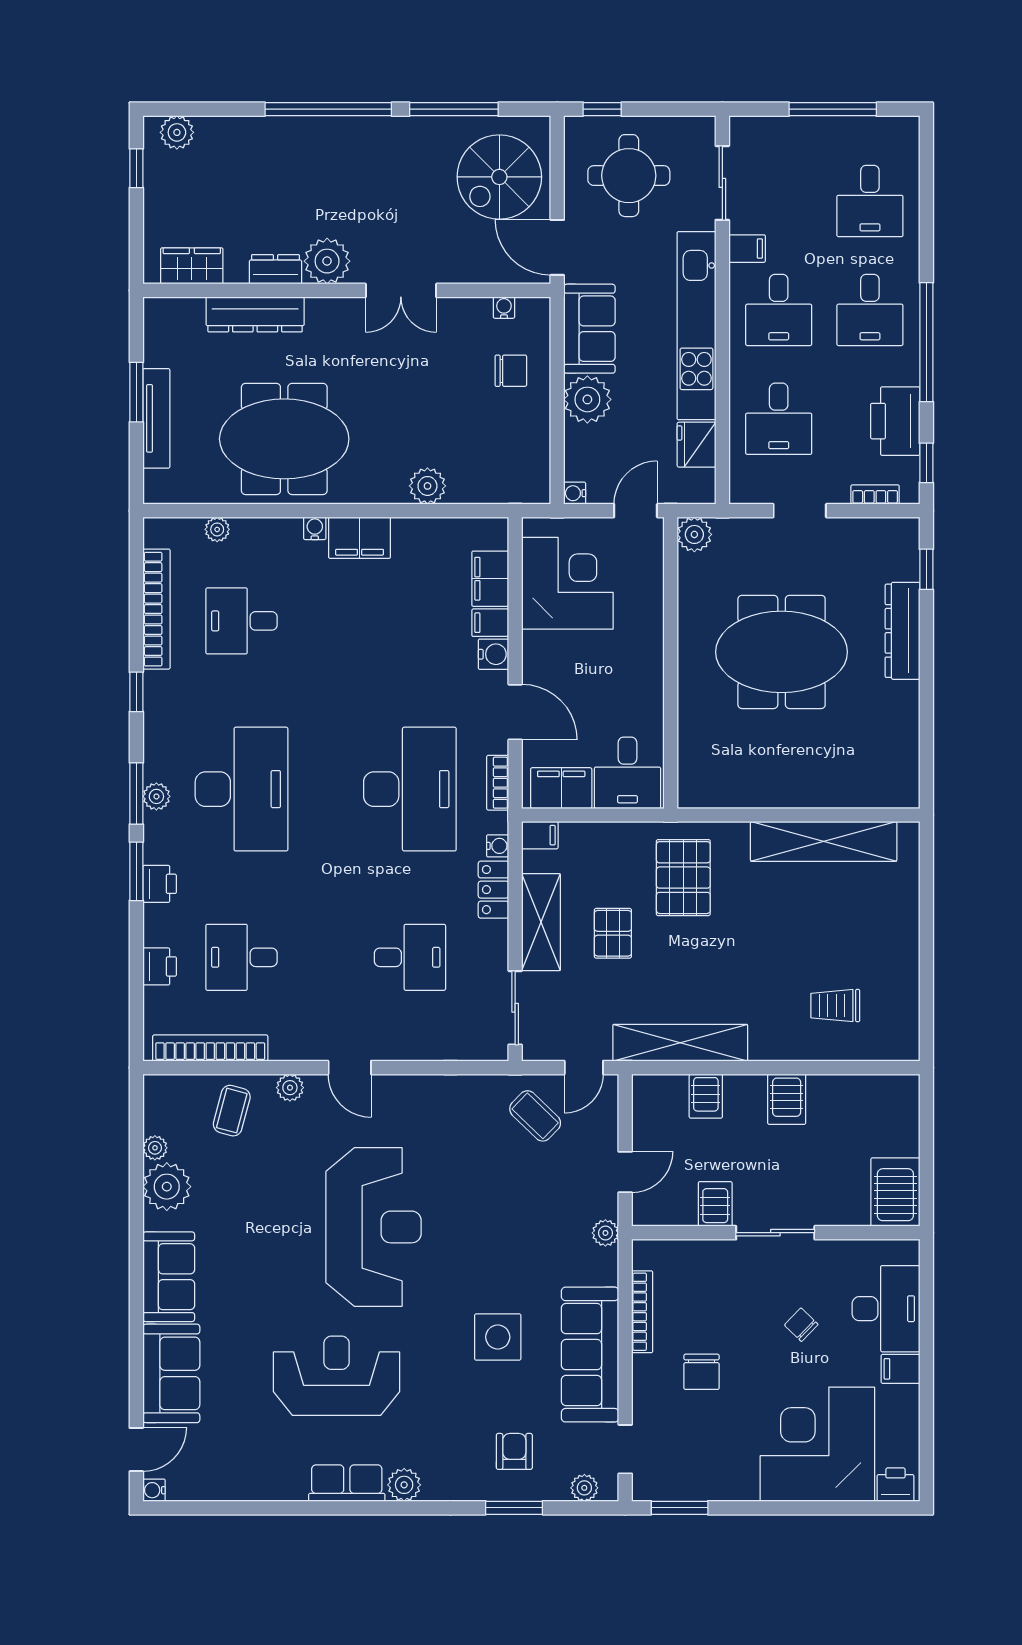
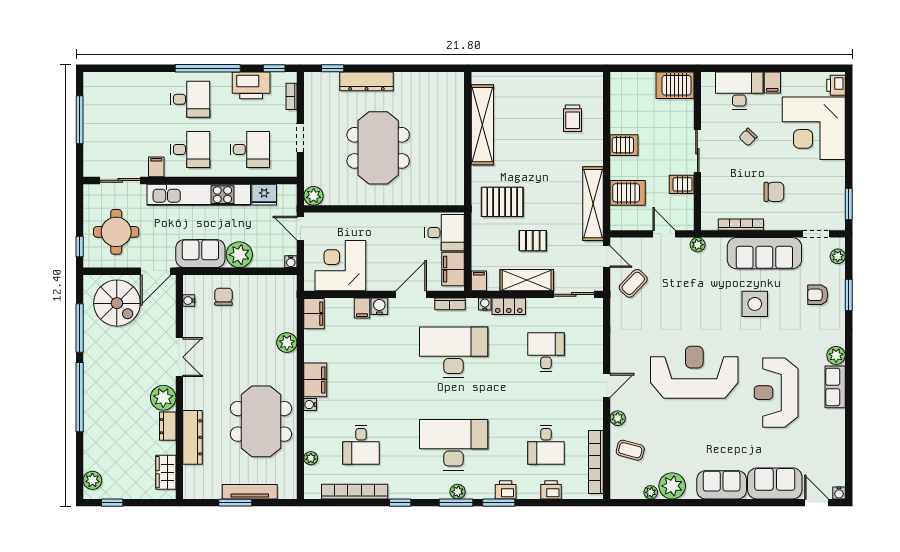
desk: (870, 201) -> (130, 99), removed
filing cabinet: (490, 579) -> (314, 314), moved, turned -90
server rack: (706, 1096) -> (628, 193), width x1.36, depth x1.44

